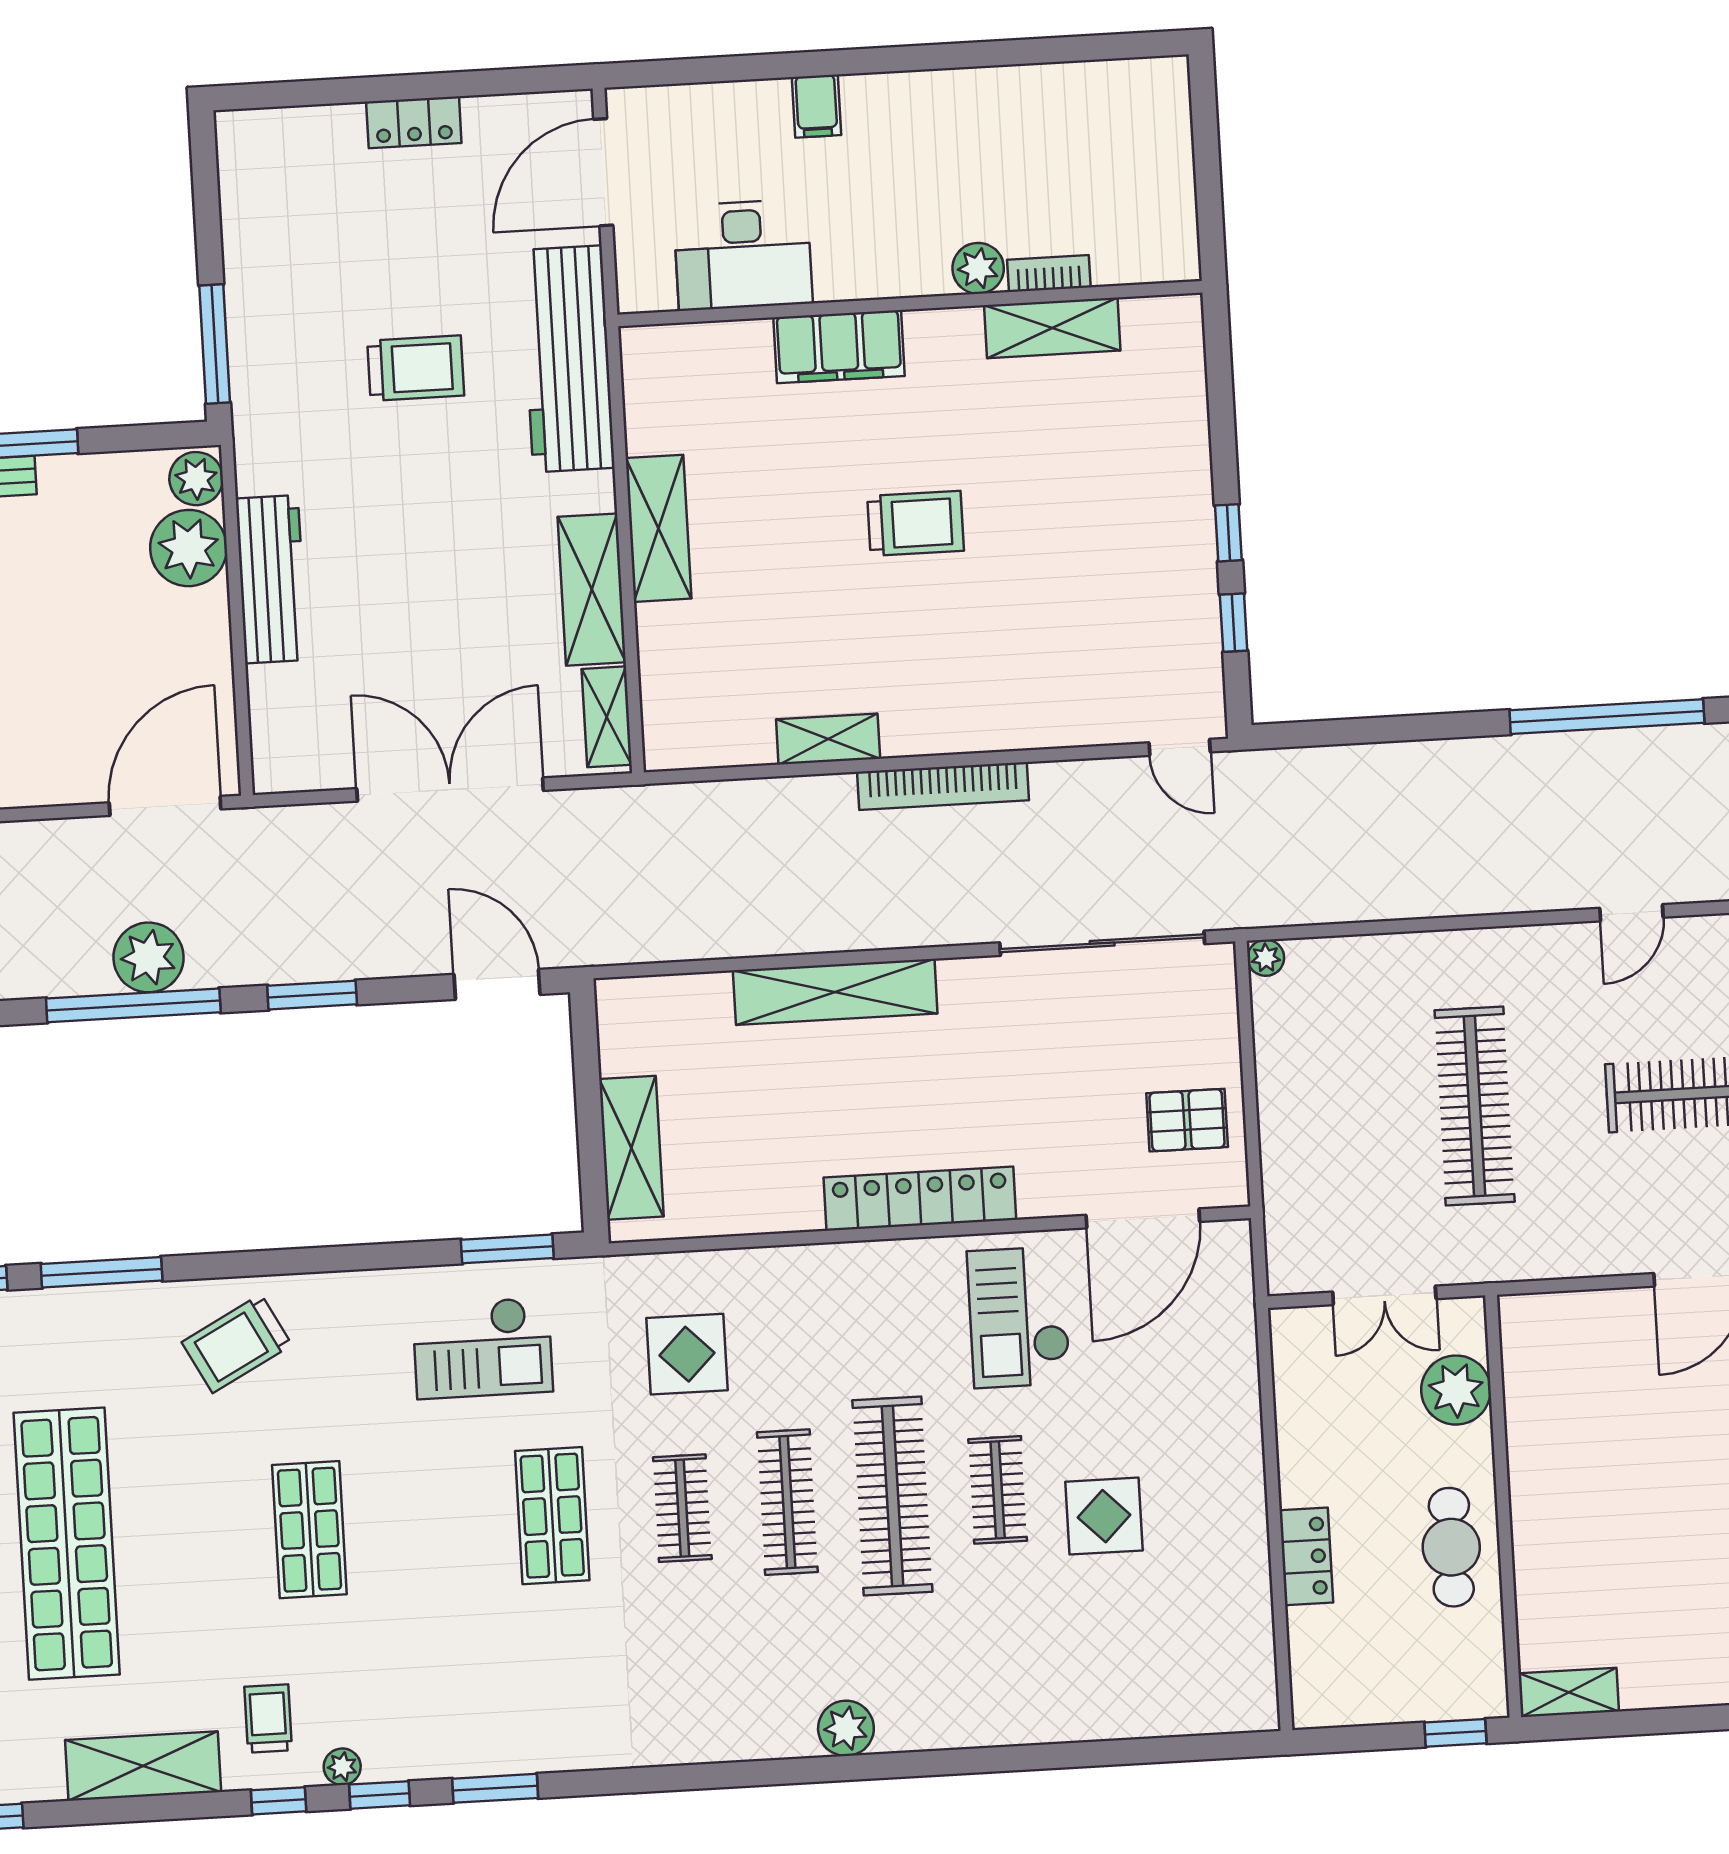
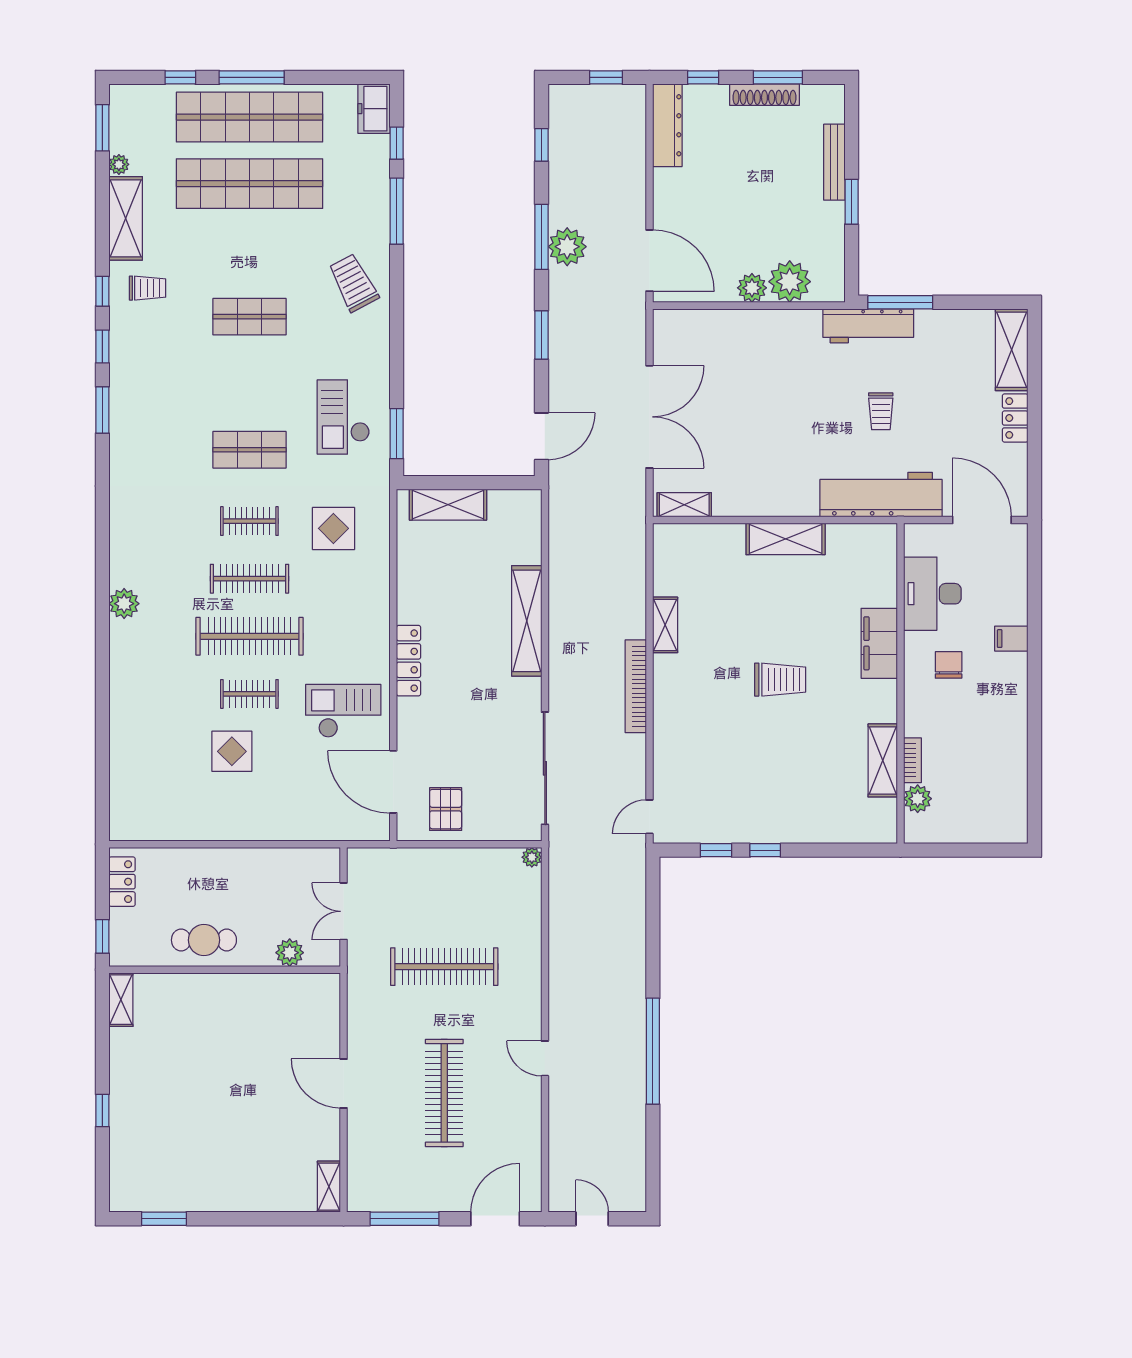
chair: (871, 218) -> (949, 665), added
plant: (978, 268) -> (918, 799), moved
trolley: (416, 368) -> (881, 411), width x0.73, depth x0.72
plant: (196, 479) -> (752, 288), moved
trolley: (916, 523) -> (780, 680), turned -90
workbench: (271, 579) -> (868, 326), moved
shelving: (592, 590) -> (1012, 350), moved, turned 90
window: (133, 1005) -> (541, 237), width x0.68
locker: (920, 1199) -> (409, 661), width x0.71, depth x0.83
plant: (1456, 1390) -> (290, 953), width x0.73, depth x0.73
locker: (1306, 1556) -> (122, 882), moved, turned -90
plant: (342, 1767) -> (119, 164), moved

